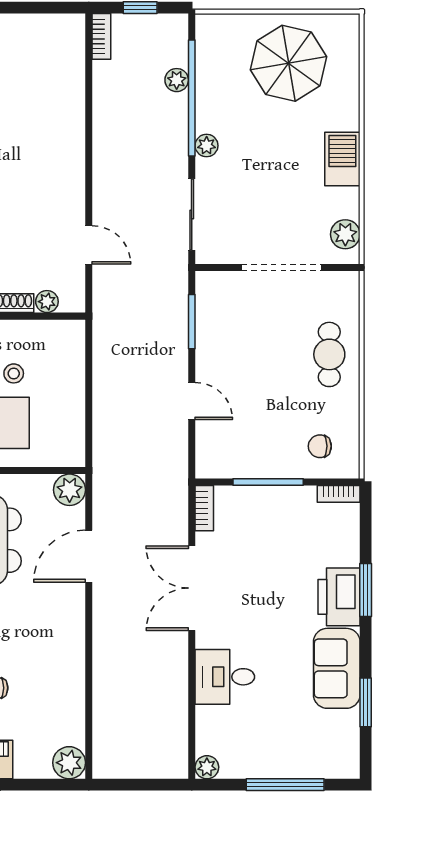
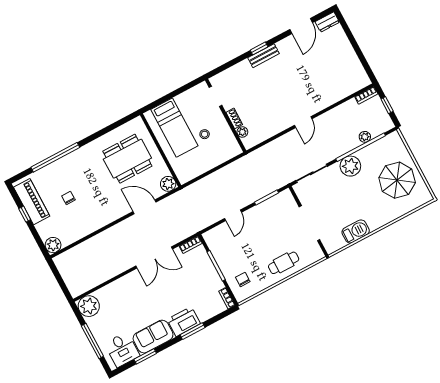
plant: (207, 146) -> (350, 166), width x1.88, depth x1.88
barbecue: (342, 159) -> (356, 231), moved
plant: (345, 234) -> (338, 243), removed
door: (89, 245) -> (303, 122), moved
double door: (192, 588) -> (154, 257), swing flipped
desk: (225, 677) -> (122, 350), moved, turned 180
plant: (207, 767) -> (89, 306), width x1.87, depth x1.87

